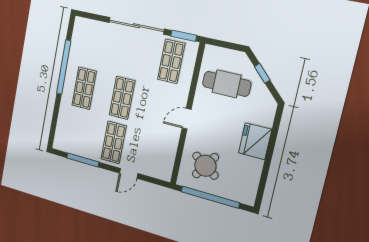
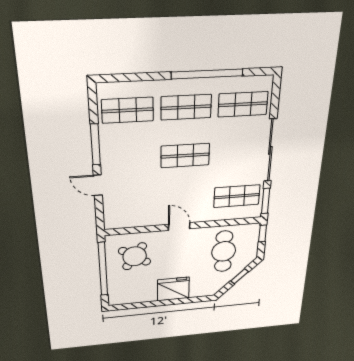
shop shelf: (92, 43) -> (243, 104), added
window: (218, 43) -> (263, 233), added
shop shelf: (114, 142) -> (128, 110), moved
window: (83, 160) -> (95, 144), moved

